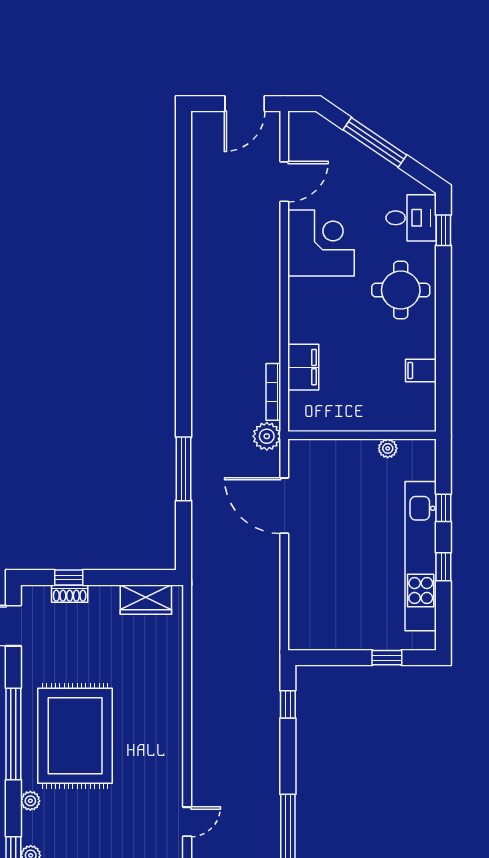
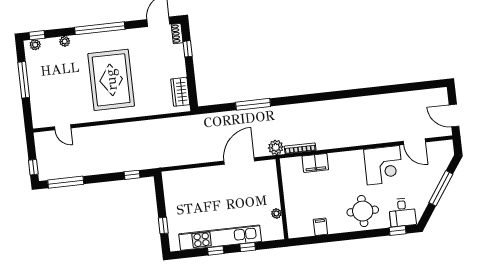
shoe rack: (70, 594) -> (177, 34), moved
rug: (75, 736) -> (111, 80), moved, turned 90

